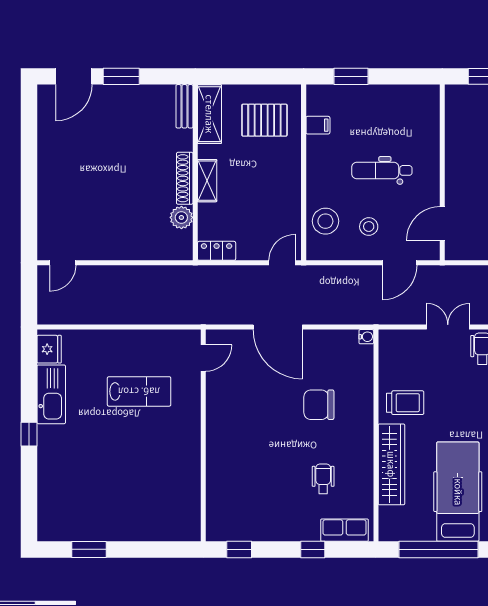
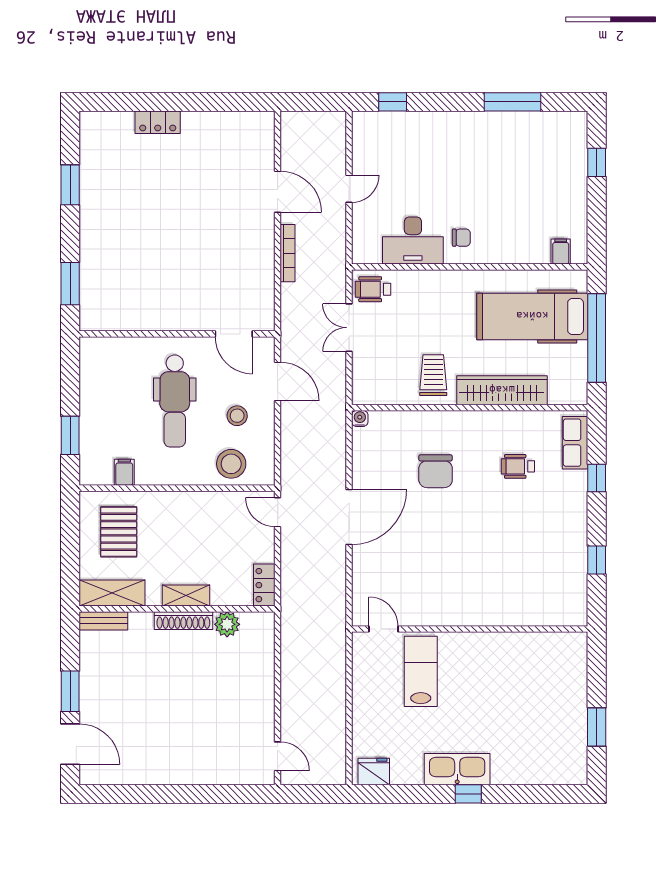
dental chair: (382, 170) -> (175, 401), width x1.36, depth x1.38
door: (203, 358) -> (383, 629), moved
kitchen sink: (51, 394) -> (457, 769), moved
wall: (203, 435) -> (470, 629), moved

